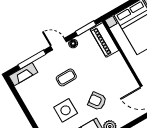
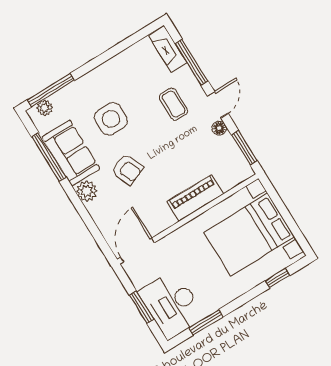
piano: (105, 40) -> (195, 198), moved
coffee table: (66, 77) -> (173, 104), moved
armchair: (97, 101) -> (127, 169), turned 103

